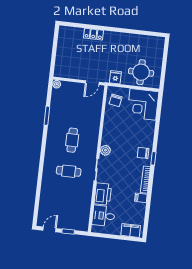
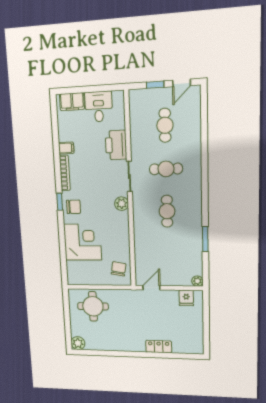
plant: (159, 42) -> (78, 343), added
fridge: (115, 77) -> (186, 298), moved
corner desk: (143, 104) -> (83, 242), moved
cafe table: (65, 202) -> (165, 125), added
desk: (104, 216) -> (99, 107), moved, turned -90

